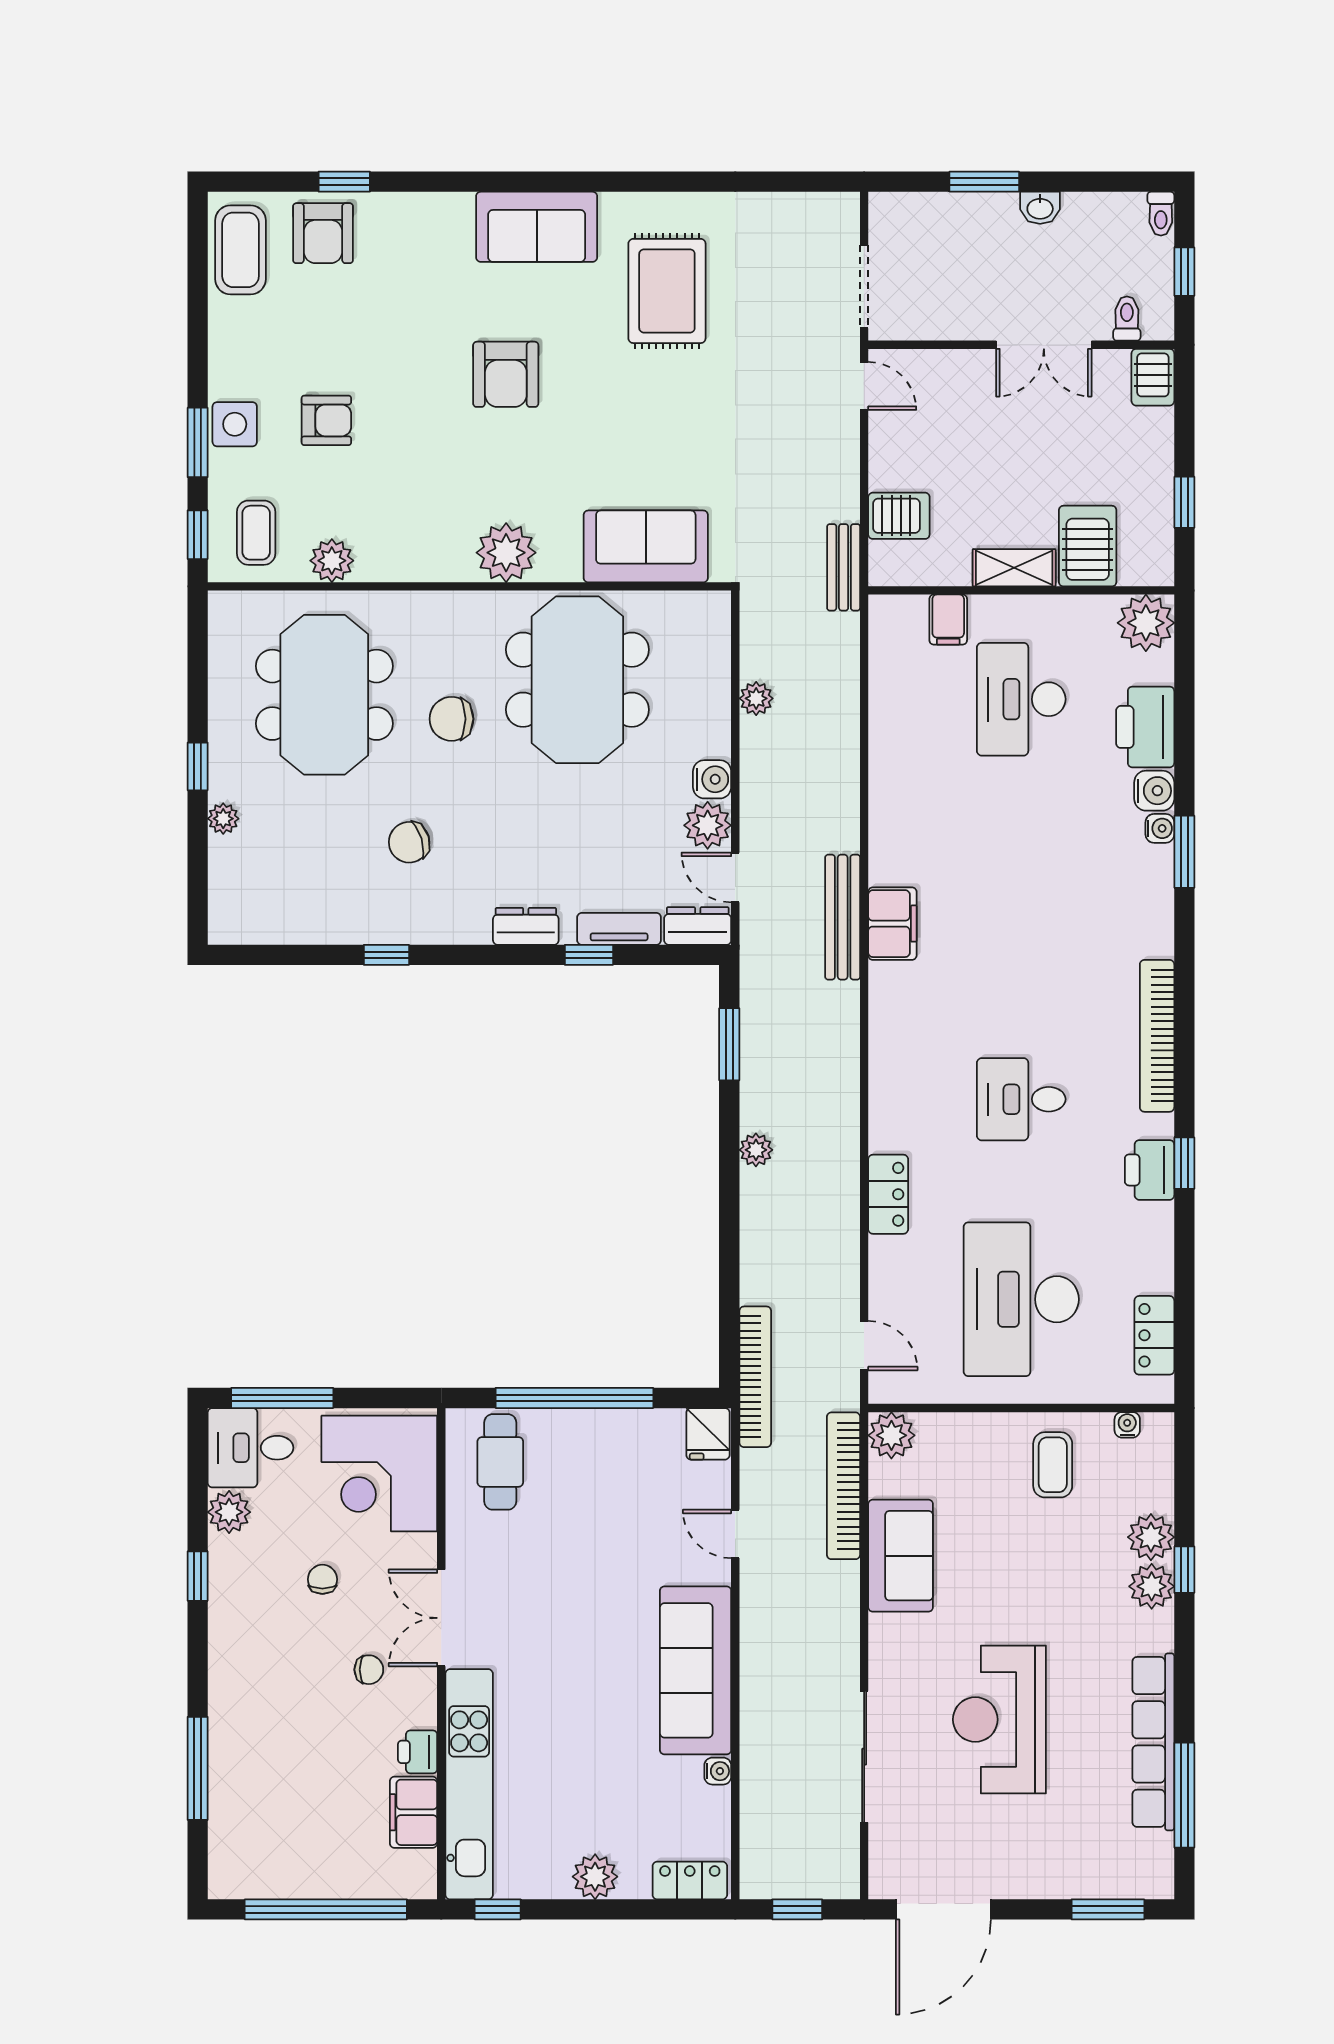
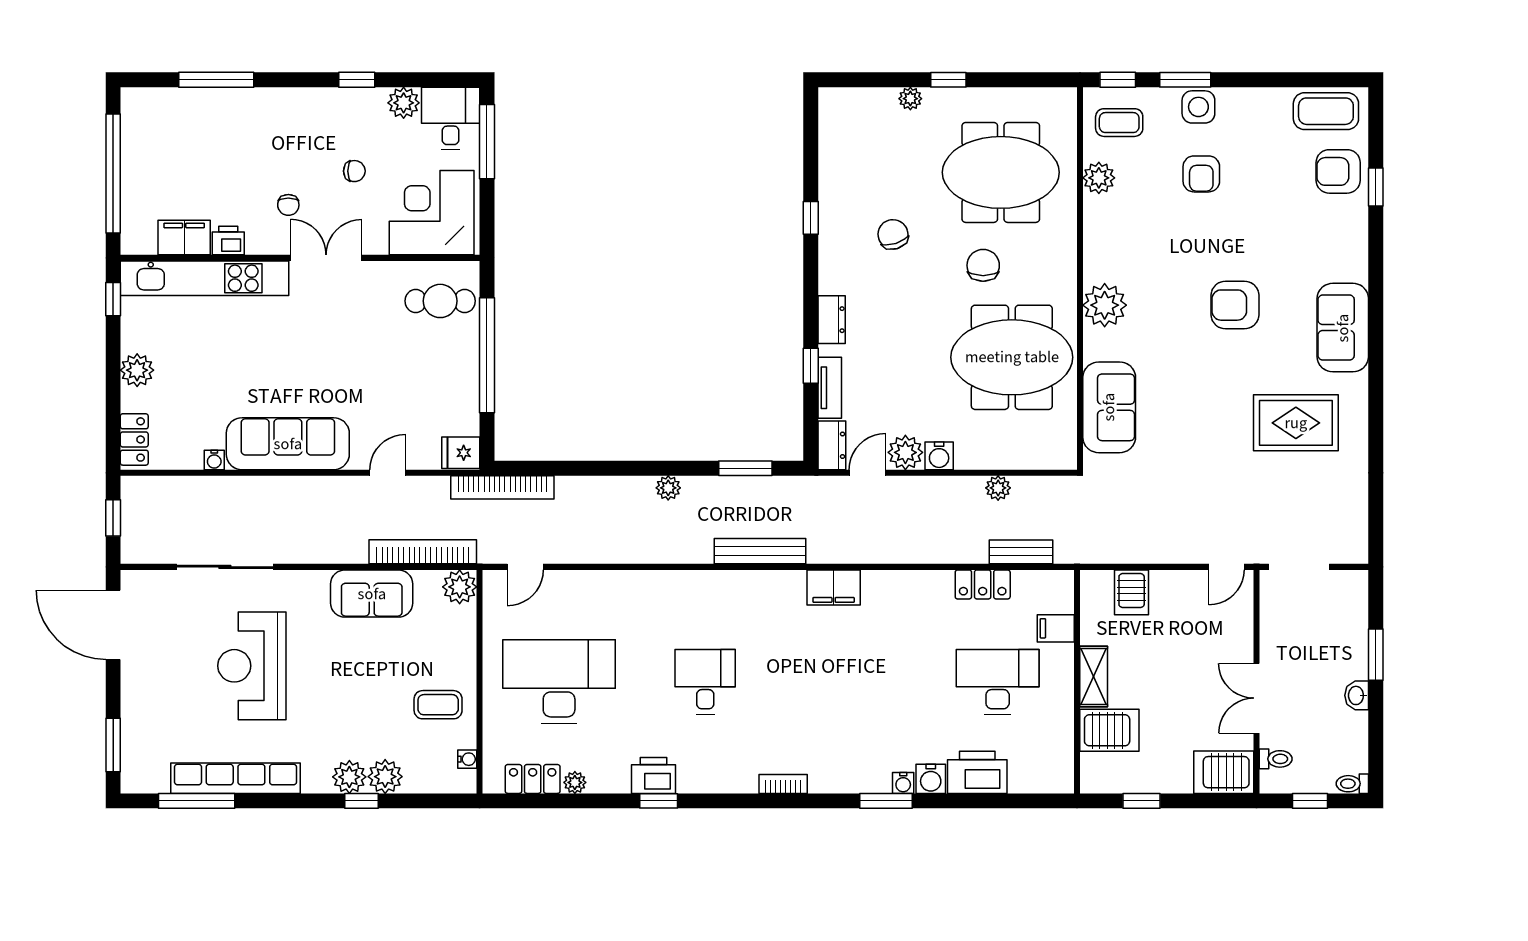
server rack: (1153, 377) -> (1224, 772), width x1.36, depth x1.44
bench: (844, 567) -> (1021, 552), moved
plant: (1146, 623) -> (575, 782), moved, width x0.53, depth x0.53
bench: (843, 917) -> (760, 551), moved
bookcase: (1157, 1036) -> (783, 784), width x0.43, depth x0.76
locker: (888, 1194) -> (983, 584), moved
reception desk: (999, 1720) -> (252, 666), turned -90

